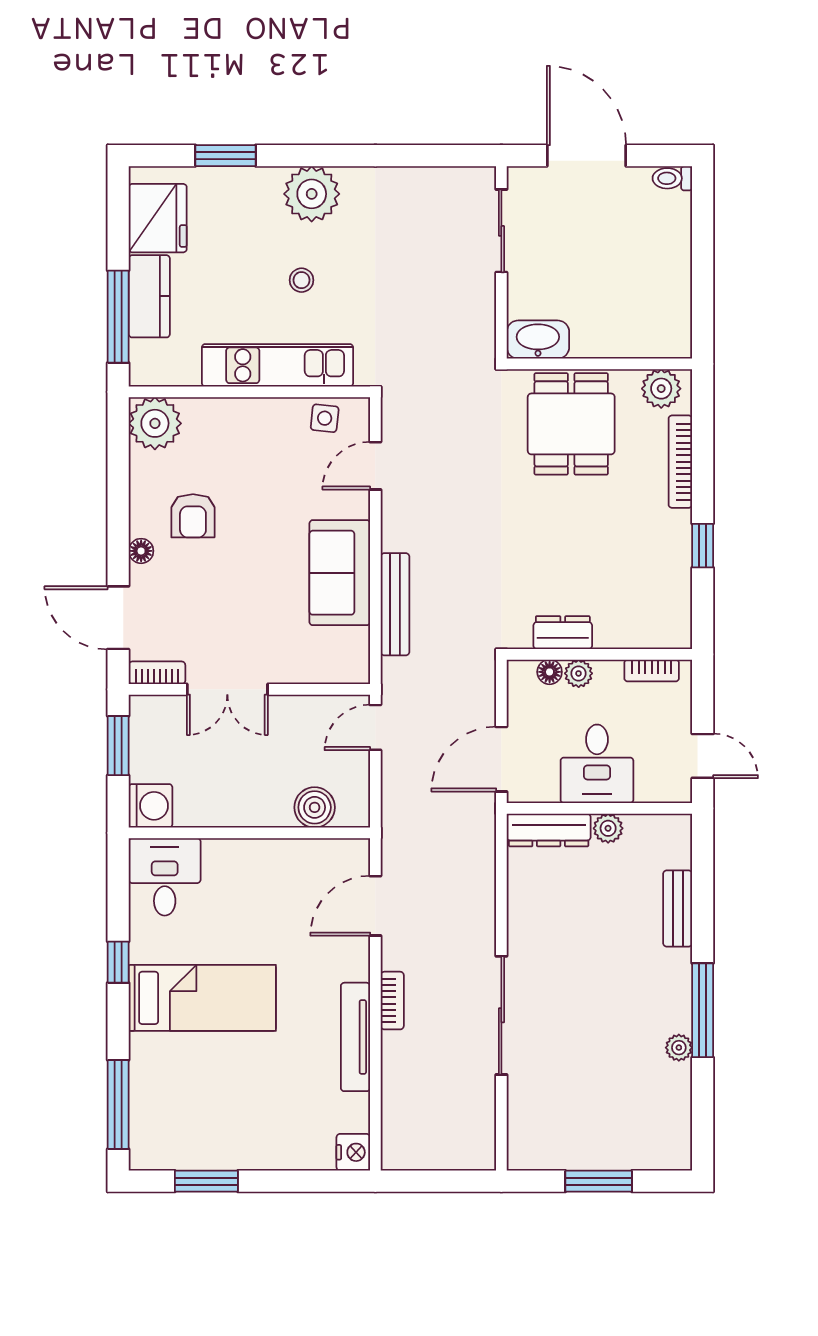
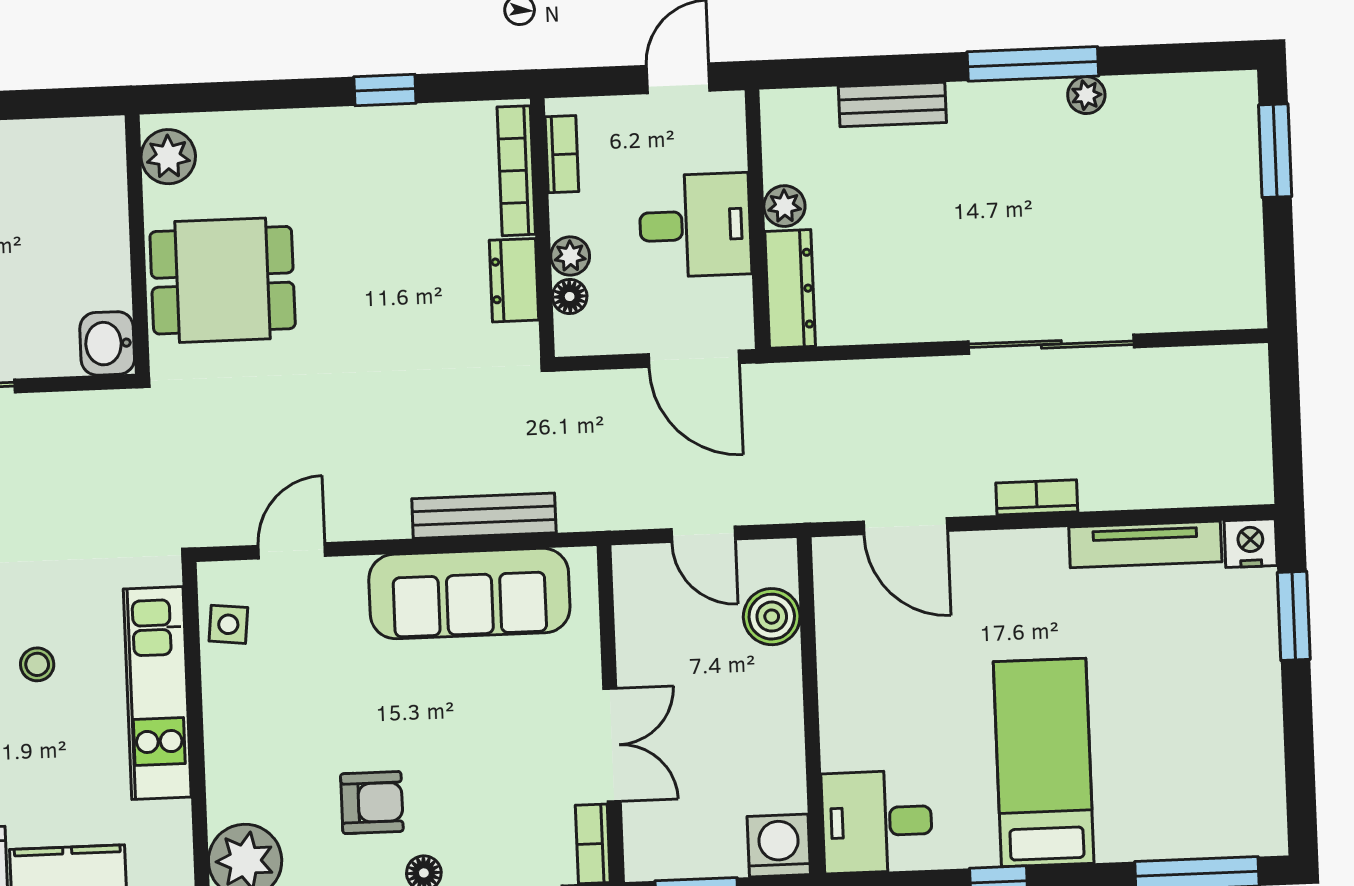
washbasin: (538, 340) -> (107, 343), width x0.72
bookcase: (680, 462) -> (516, 171), moved, turned 90
door: (375, 466) -> (292, 551), swing flipped
sofa: (340, 573) -> (469, 593), width x1.36
door: (375, 727) -> (703, 534), moved
tv unit: (355, 1037) -> (1145, 544), moved
window: (206, 1181) -> (1294, 616), moved
window: (599, 1181) -> (1275, 151), moved

